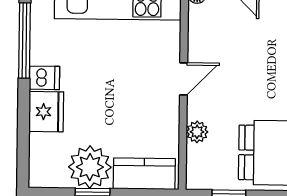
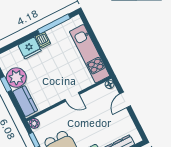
plant: (197, 132) -> (34, 123), moved

